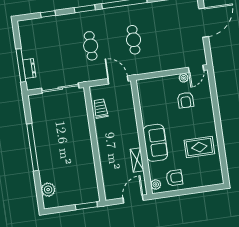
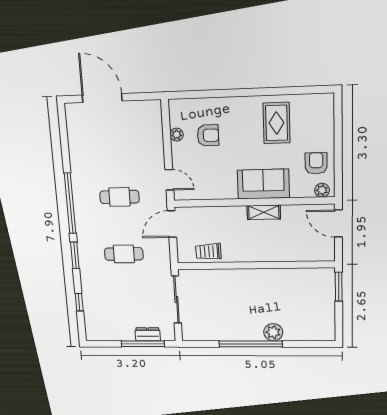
door: (196, 69) -> (169, 180), moved
shelving: (137, 160) -> (264, 212), moved
plant: (48, 190) -> (273, 332), moved

